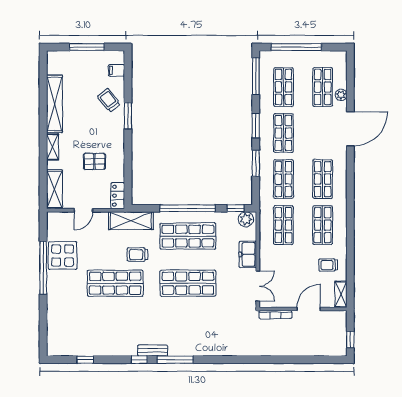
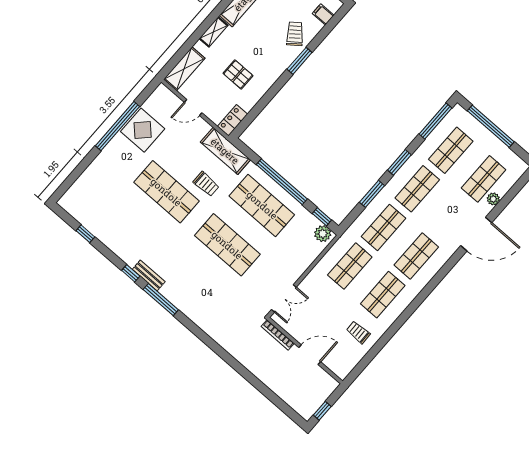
trolley: (137, 254) -> (206, 184), turned 180
freezer: (248, 254) -> (299, 265), removed
shelving: (341, 294) -> (347, 366), removed

